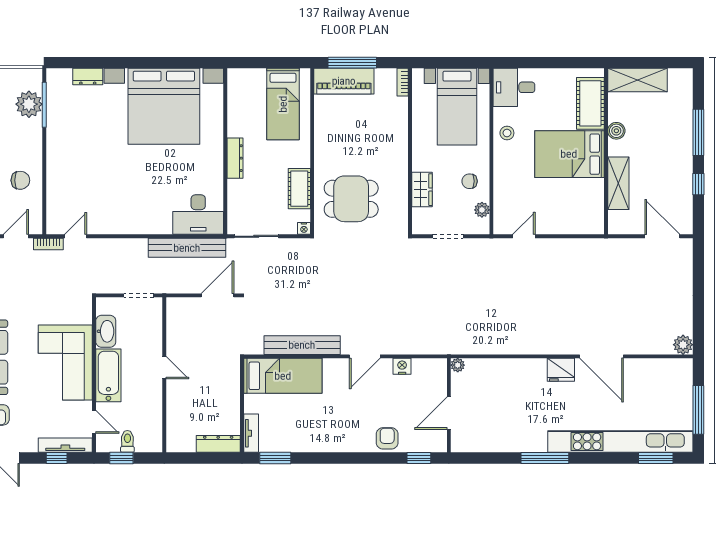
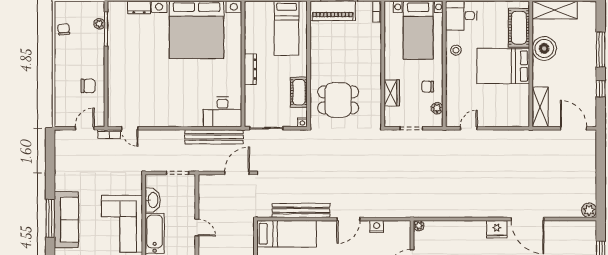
plant: (29, 104) -> (99, 24), width x0.53, depth x0.53
boiler: (616, 131) -> (544, 48), width x1.86, depth x1.86
shelving: (618, 183) -> (540, 107), moved
door: (76, 236) -> (130, 128), swing flipped

